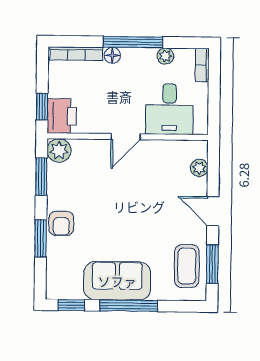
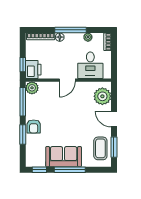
plant: (199, 168) -> (102, 96), width x1.88, depth x1.88
window: (41, 177) -> (23, 102), width x1.44

